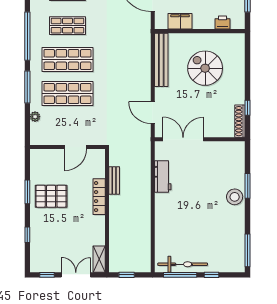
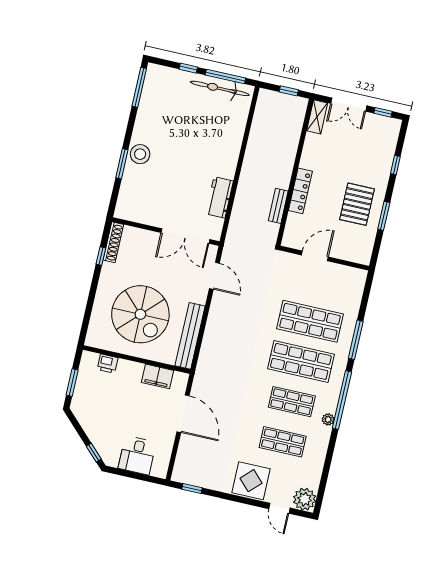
spiral stairs: (205, 68) -> (140, 314), width x1.37, depth x1.37
plant: (35, 117) -> (328, 419), moved
pallet: (51, 196) -> (357, 204), turned 90

